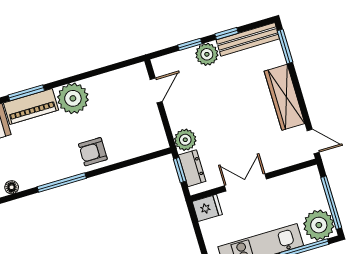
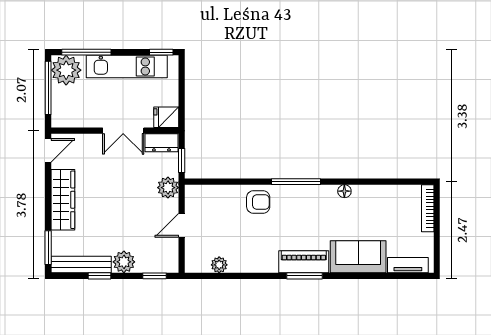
window: (190, 44) -> (155, 276), moved
door: (156, 90) -> (182, 225), moved
plant: (73, 98) -> (219, 265), moved, width x0.53, depth x0.53
door: (313, 141) -> (48, 150), swing flipped
dresser: (192, 168) -> (161, 143), moved, turned -90

